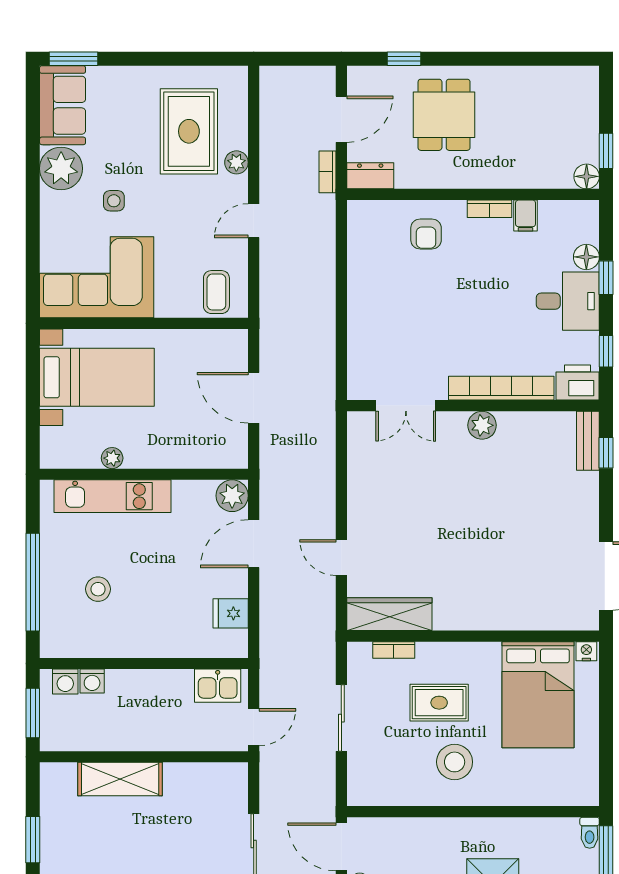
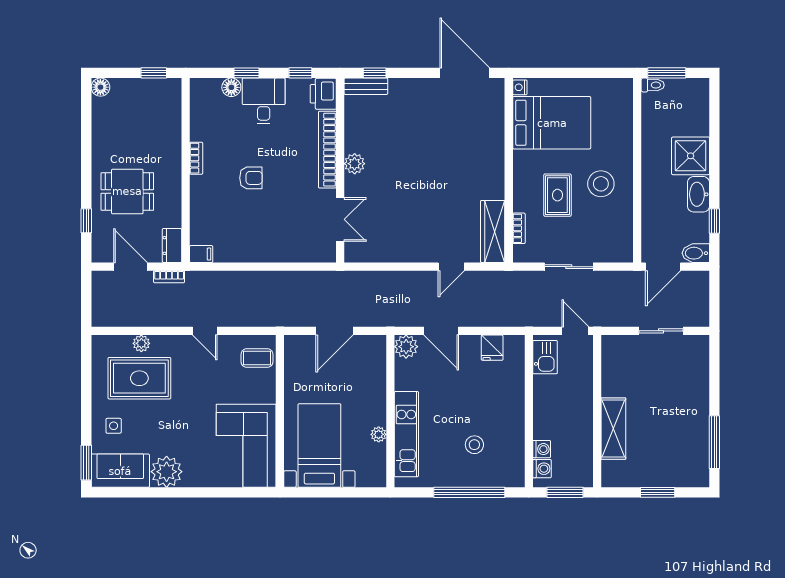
plant: (236, 162) -> (141, 343), moved
floor lamp: (587, 176) -> (100, 87), moved
side table: (114, 201) -> (114, 426), moved
filing cabinet: (526, 216) -> (201, 254), moved
armchair: (426, 234) -> (251, 178), moved

